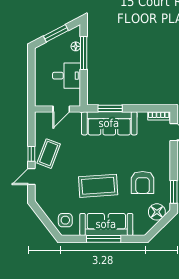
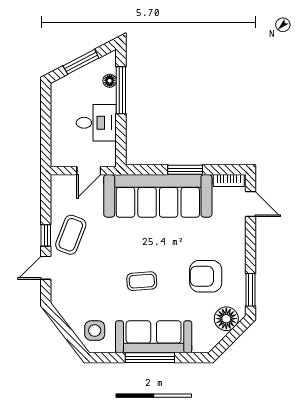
window: (110, 108) -> (185, 170), moved
sofa: (109, 123) -> (158, 196), width x1.36, depth x1.27
armchair: (143, 182) -> (206, 276), turned 90
coffee table: (98, 186) -> (142, 281), width x0.54, depth x0.58

